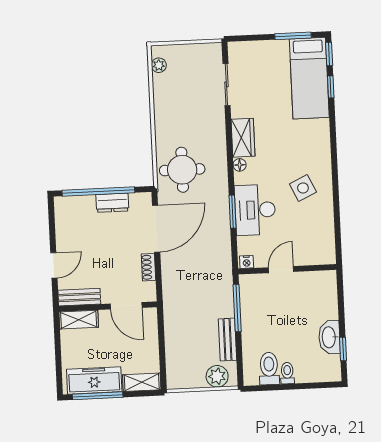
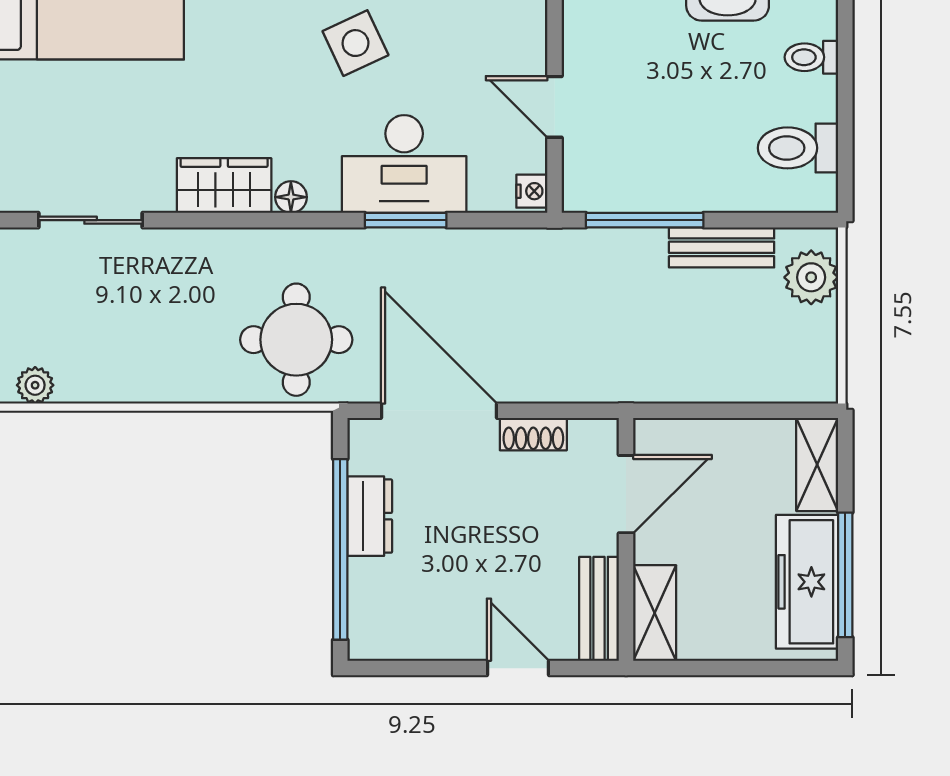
toilet: (287, 373) -> (811, 57), moved

